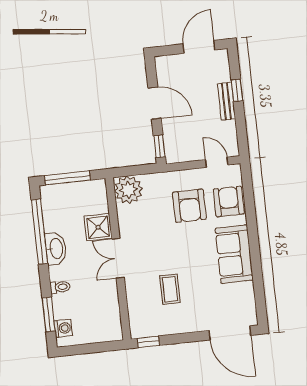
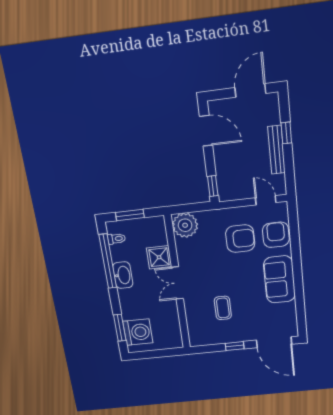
bench: (226, 101) -> (277, 150), width x1.36
door: (155, 103) -> (206, 131), moved
window: (67, 178) -> (130, 215), width x0.69
armchair: (189, 206) -> (240, 239), turned -90
toilet: (60, 287) -> (116, 239), moved
washing machine: (63, 328) -> (138, 332), width x1.89, depth x1.89
window: (148, 342) -> (235, 346), moved

